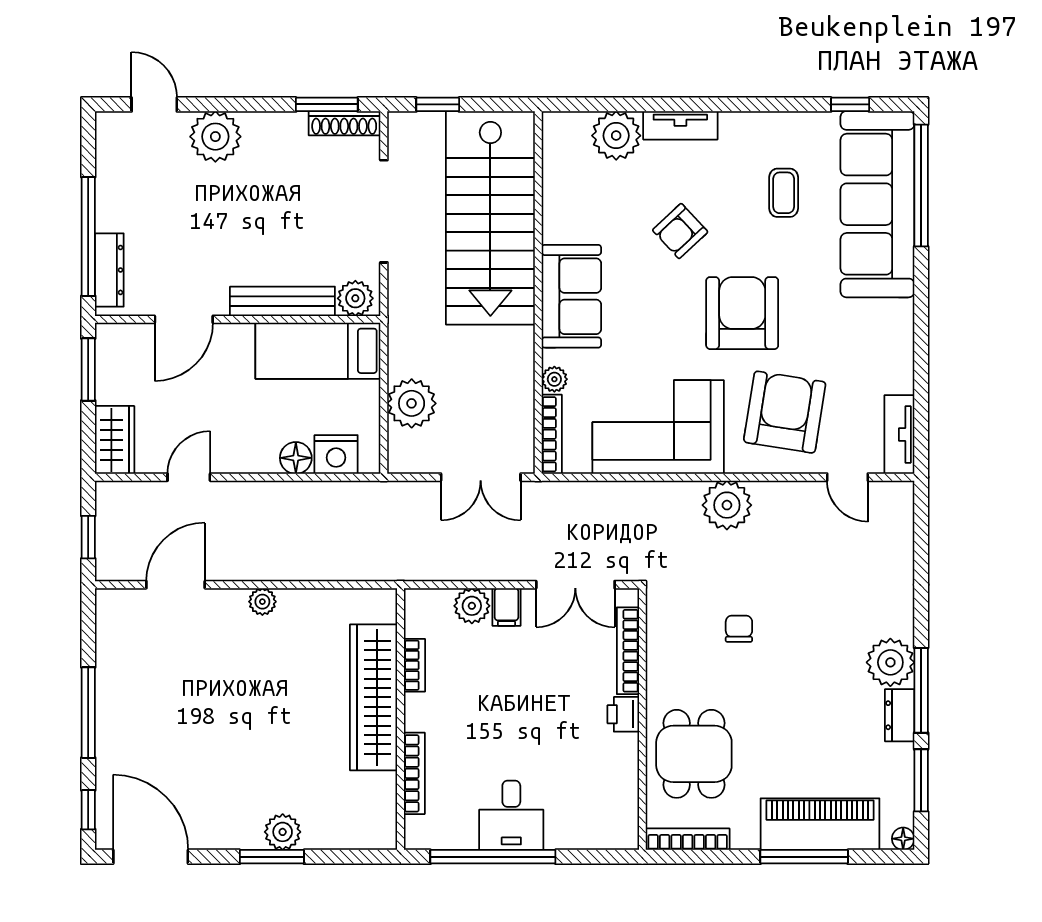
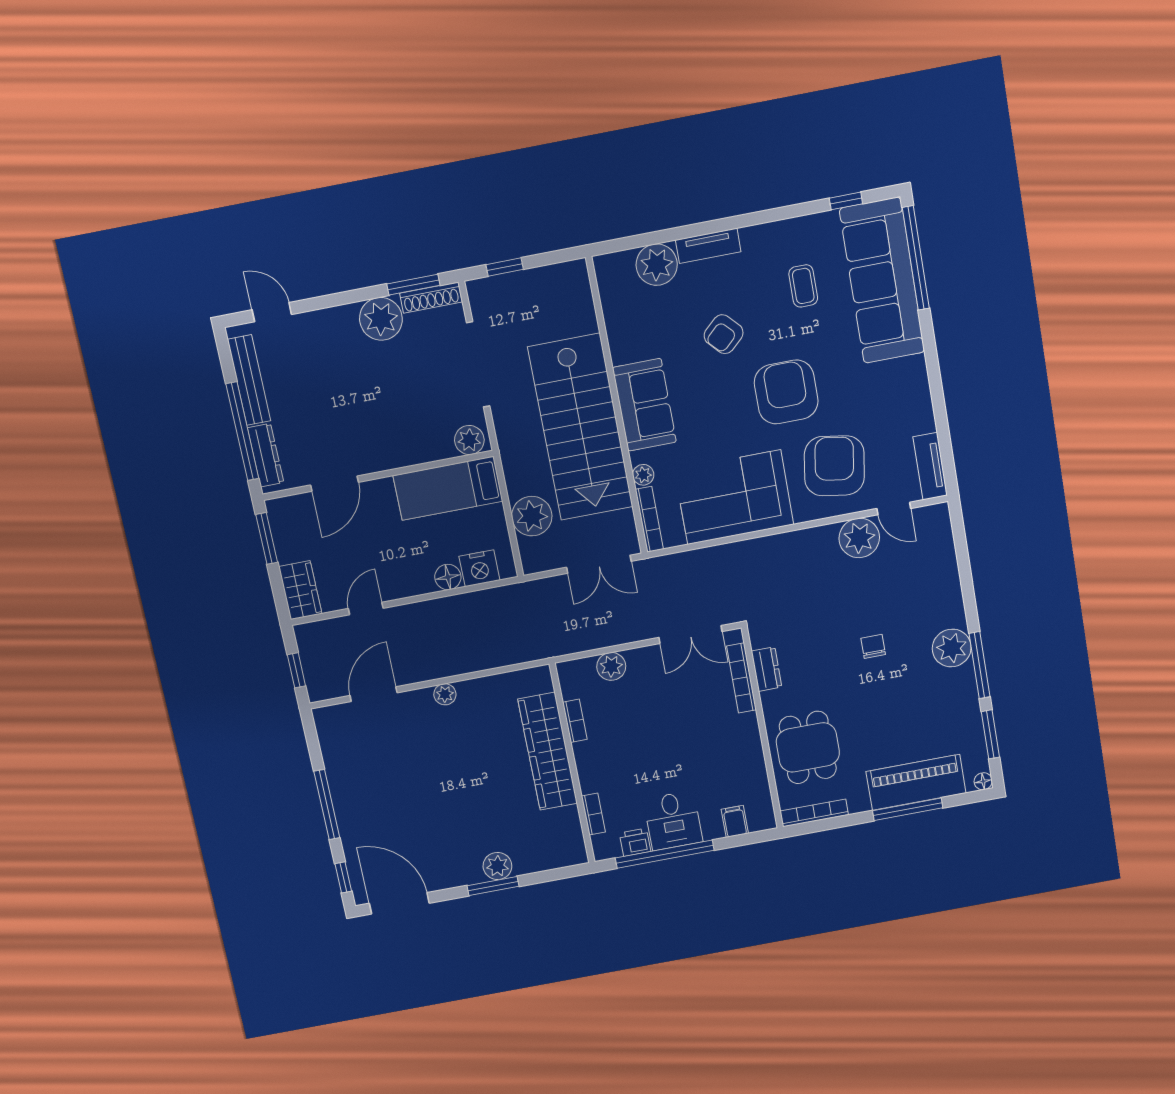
plant: (215, 137) -> (381, 319), moved
stairs: (490, 218) -> (580, 427), moved
bench: (282, 301) -> (249, 380), moved, turned 90
plant: (727, 505) -> (859, 538), moved
filing cabinet: (506, 607) -> (735, 821), moved, turned 180
chair: (739, 629) -> (873, 646), moved
printer: (623, 714) -> (635, 842), moved, turned 90
dresser: (900, 715) -> (767, 669), moved, turned 180
bookcase: (414, 773) -> (593, 814), width x0.64

